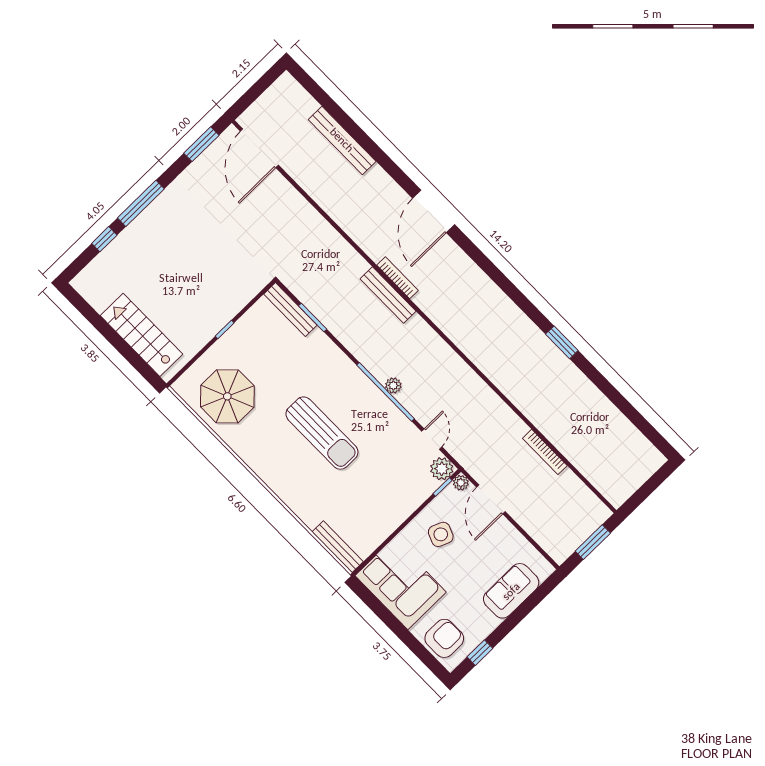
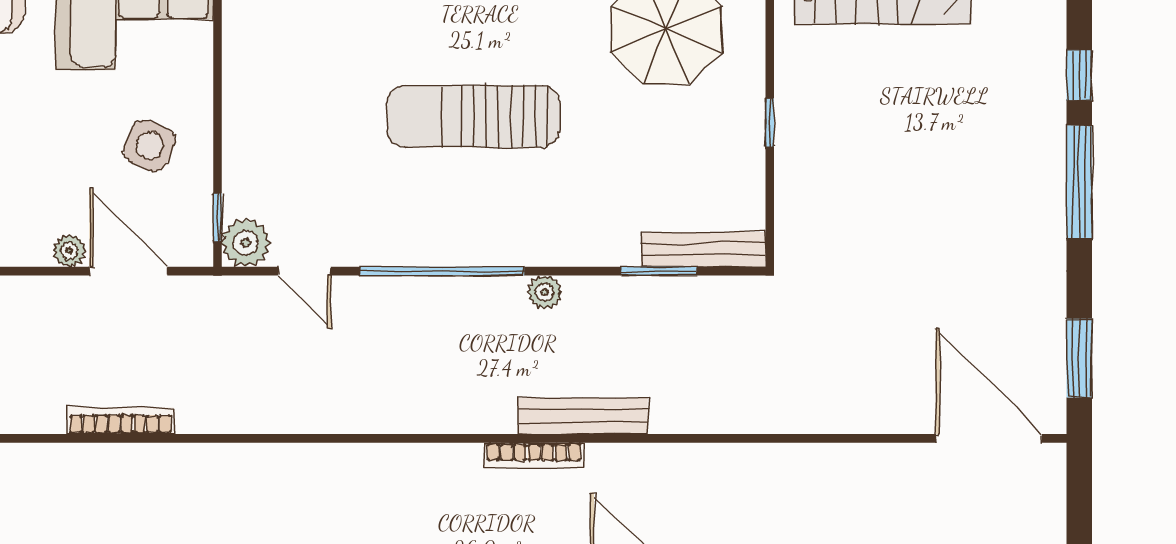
bookcase: (397, 278) -> (534, 455), moved
plant: (393, 385) -> (545, 292), moved
plant: (461, 483) -> (69, 251), moved

